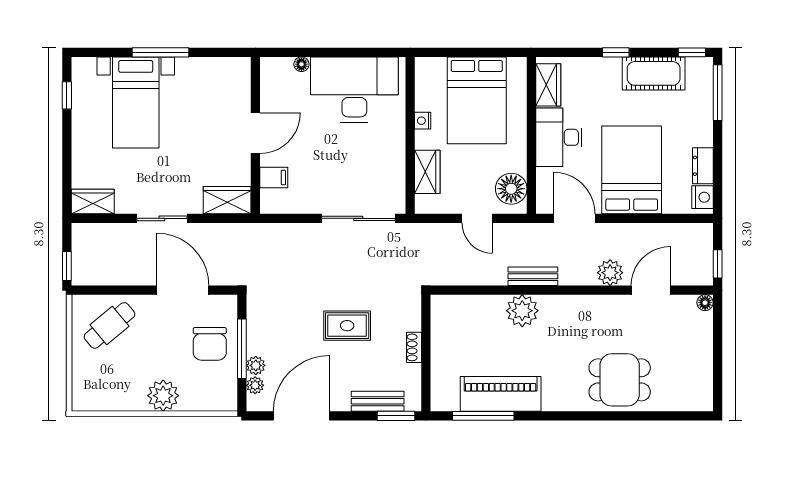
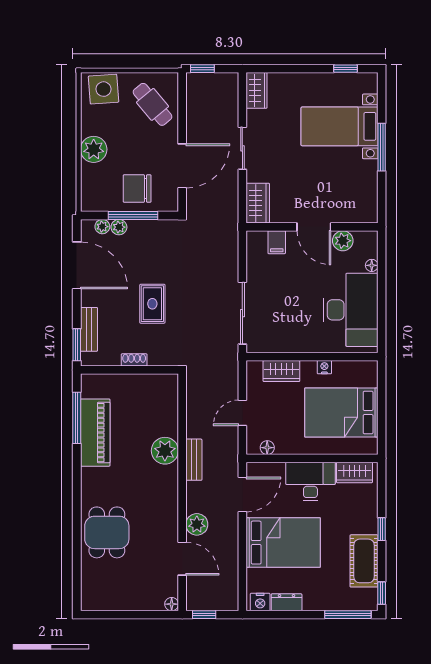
plant: (272, 99) -> (343, 241), added
floor lamp: (511, 189) -> (267, 448), width x0.53, depth x0.53
side table: (91, 384) -> (104, 89), added

